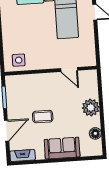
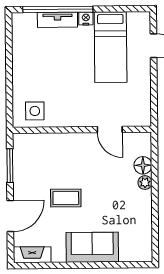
plant: (91, 108) -> (145, 183), width x0.53, depth x0.53
floor lamp: (95, 133) -> (143, 165), moved

